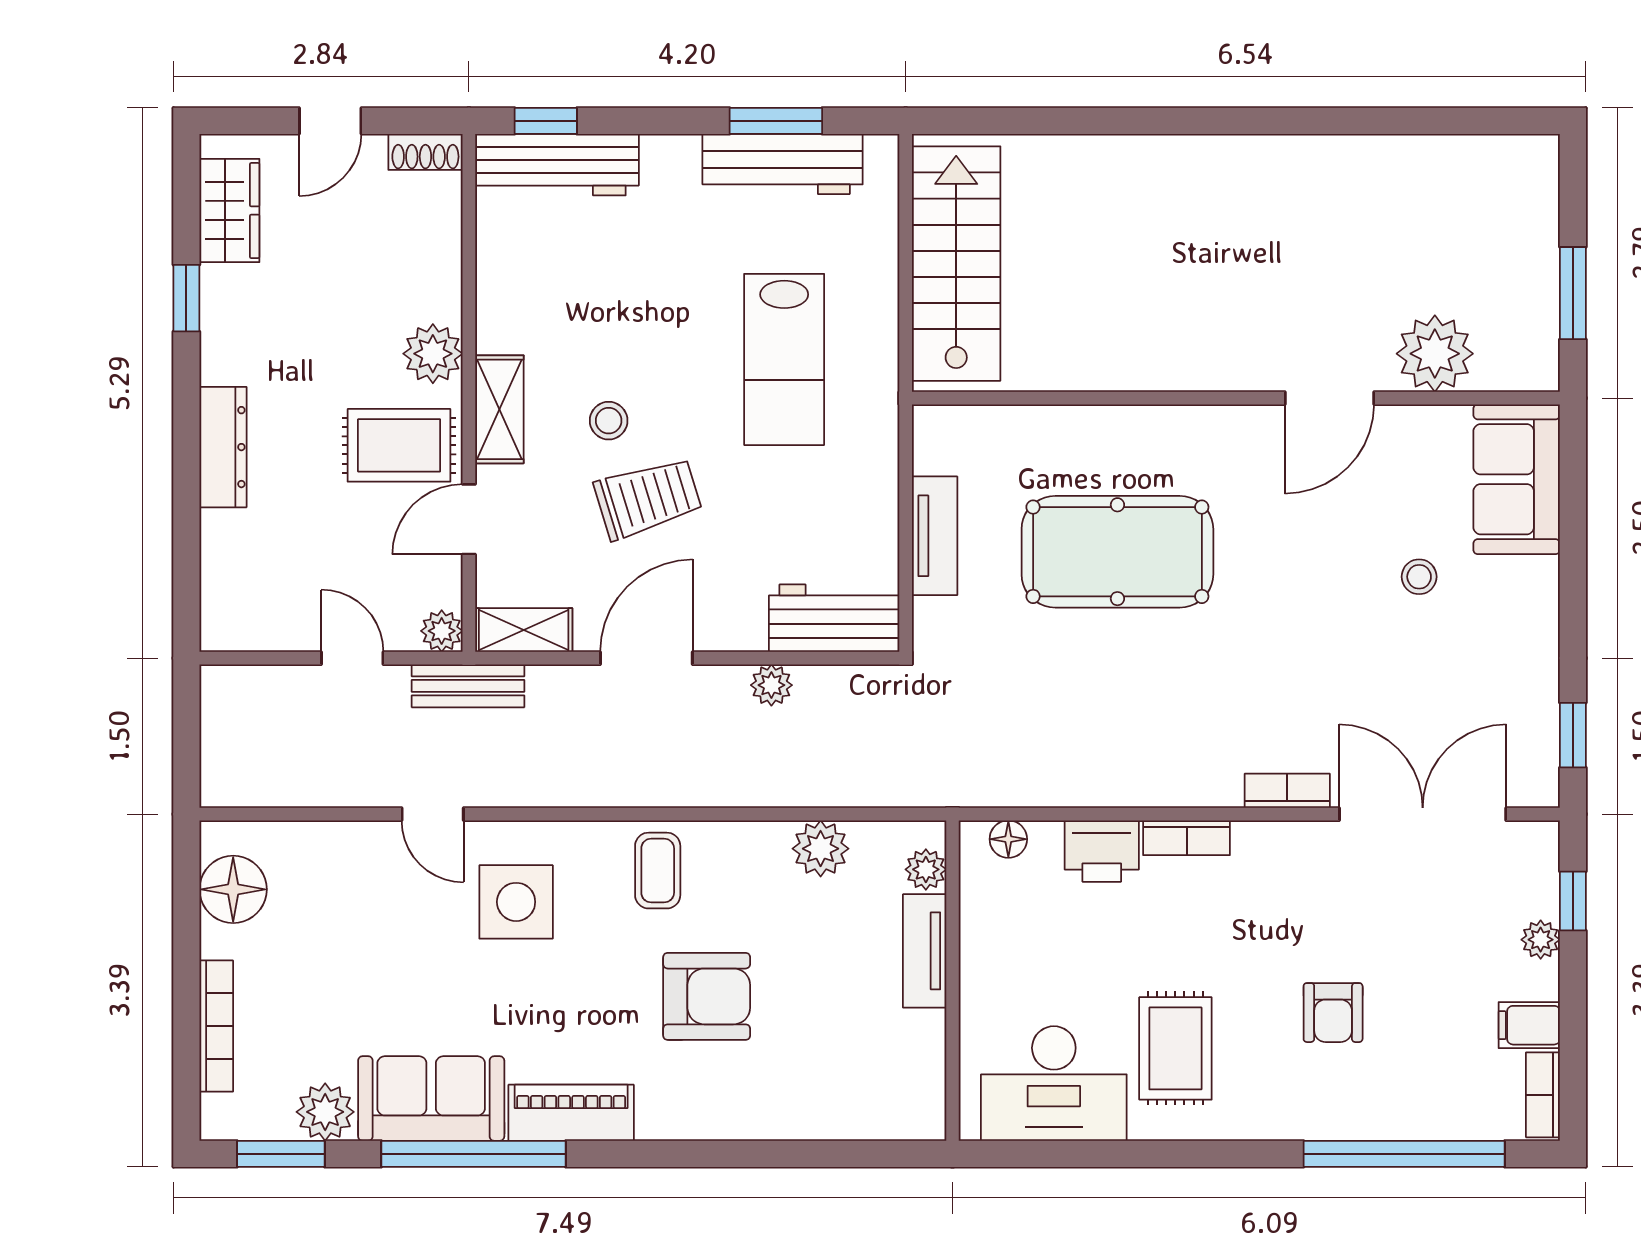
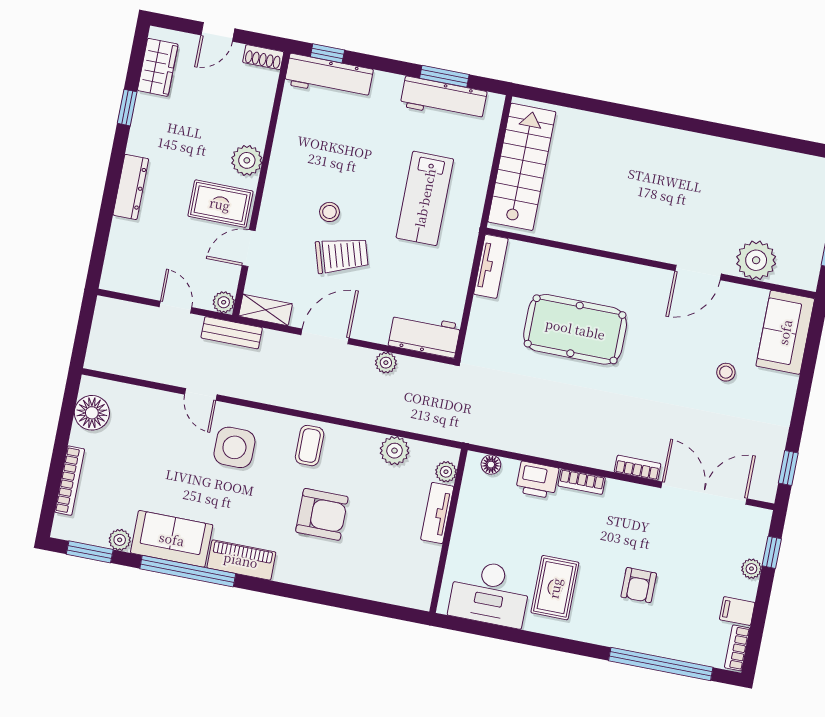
shelving: (499, 409) -> (275, 195), removed
tv unit: (935, 536) -> (491, 266), moved
plant: (325, 1112) -> (120, 540), width x0.73, depth x0.73

